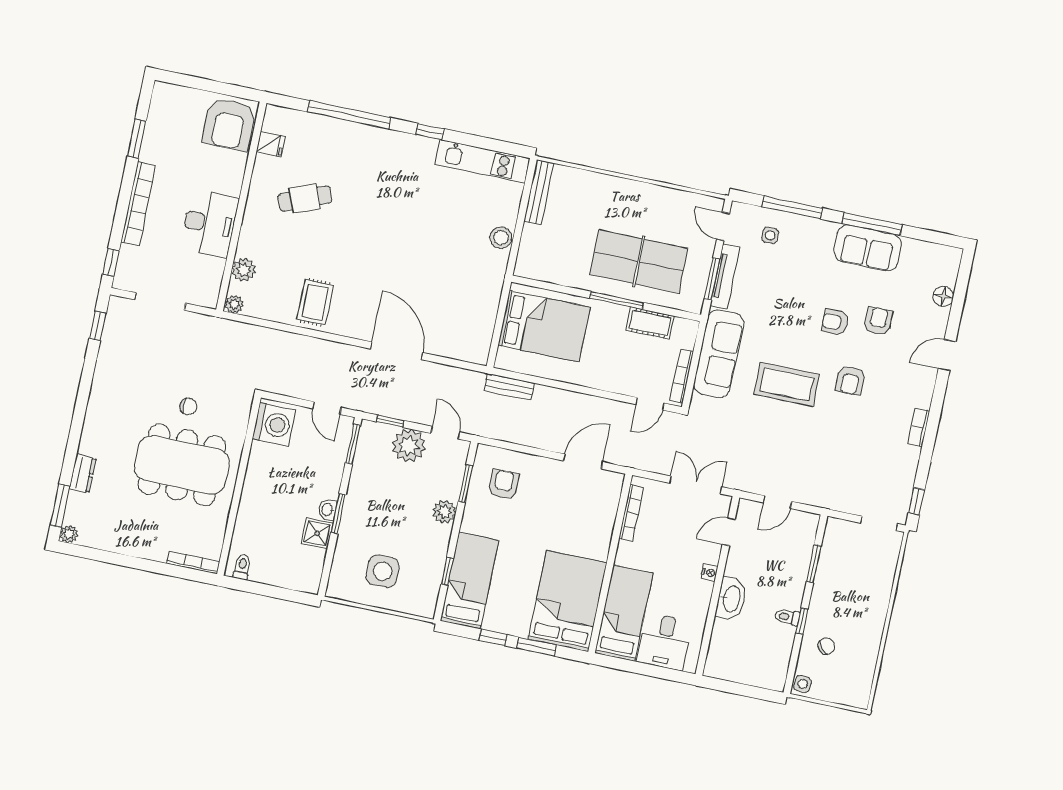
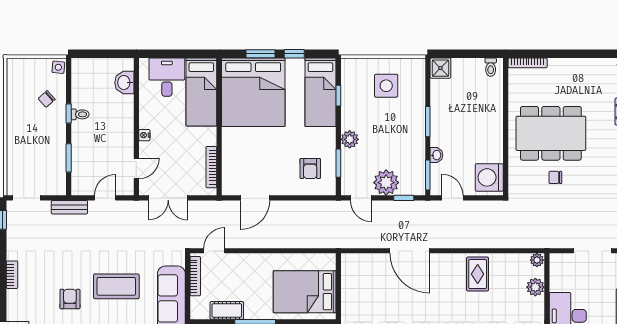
bench: (509, 387) -> (69, 207), moved
washbasin: (327, 509) -> (436, 155), moved
shower: (317, 533) -> (440, 68), moved
washbasin: (731, 599) -> (124, 83), moved, width x0.72
bed: (568, 601) -> (253, 92), width x1.36

